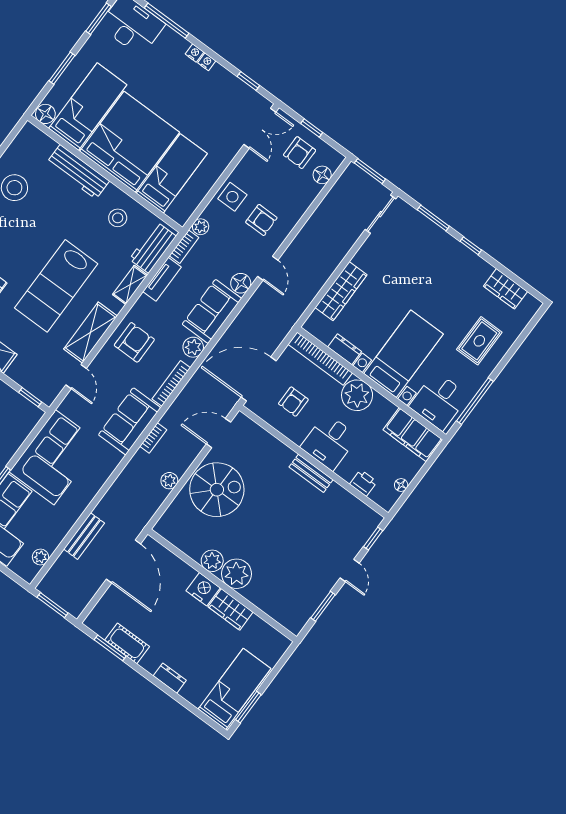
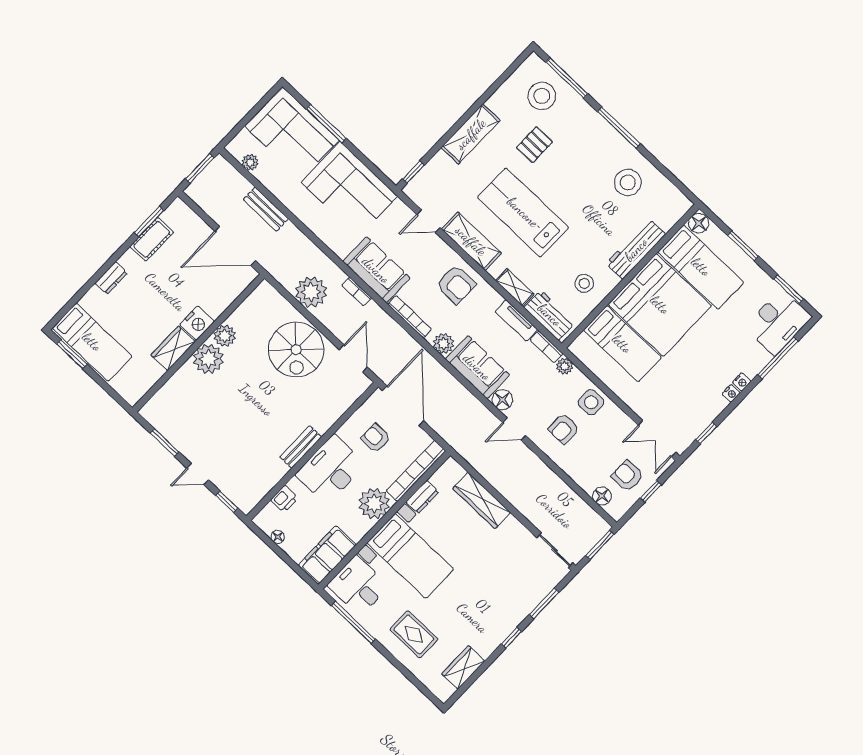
desk: (329, 442) -> (331, 469), width x1.37
plant: (169, 481) -> (311, 292), width x1.88, depth x1.88

